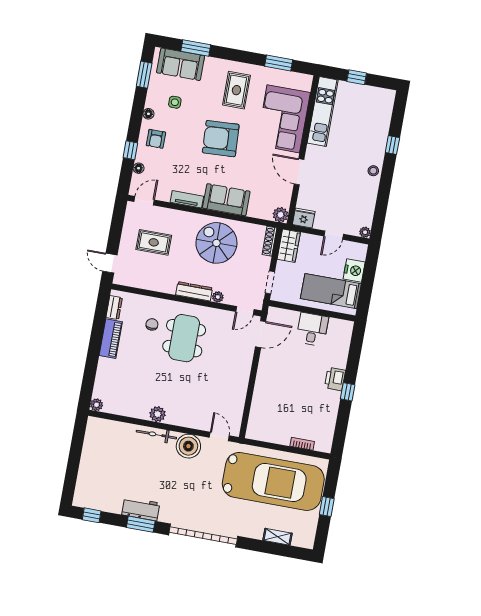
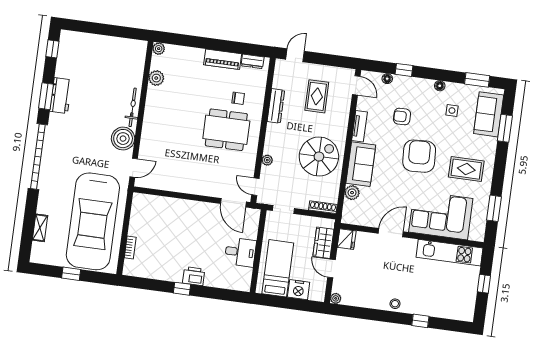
armchair: (156, 139) -> (402, 117), moved
plant: (280, 215) -> (352, 193), moved
wardrobe: (289, 246) -> (323, 243), moved, turned 90
dresser: (194, 291) -> (276, 106), moved
plant: (158, 414) -> (156, 78), moved

